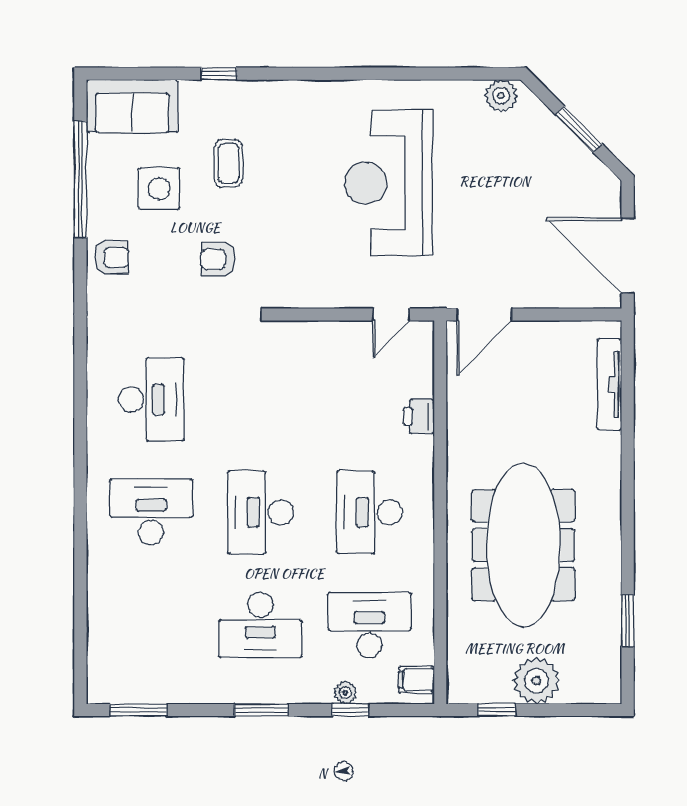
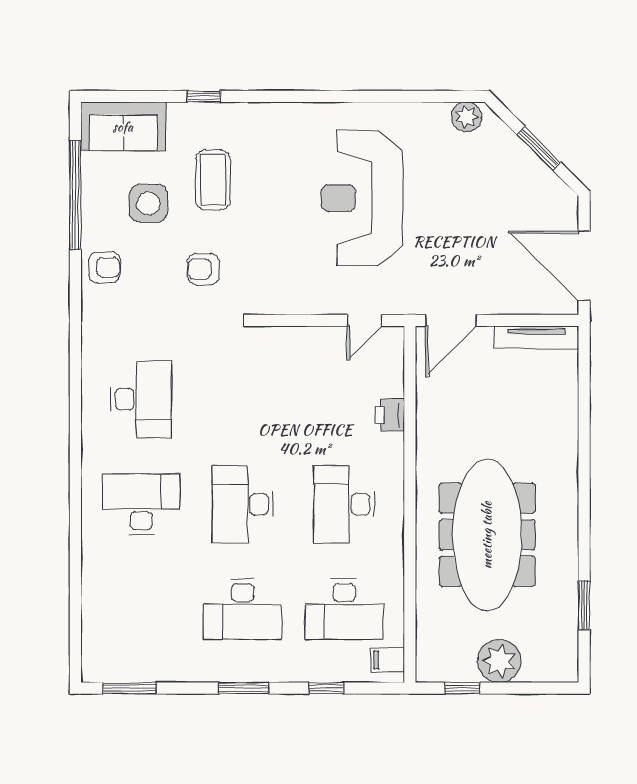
coffee table: (228, 163) -> (213, 180), width x1.36, depth x1.30
tv unit: (609, 384) -> (536, 337), moved, turned -90
desk: (369, 625) -> (344, 609), turned 180
plant: (345, 693) -> (322, 672), removed

